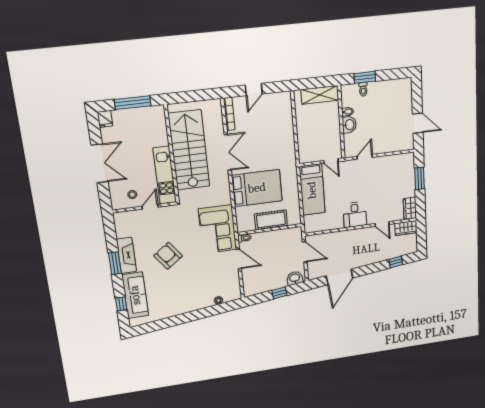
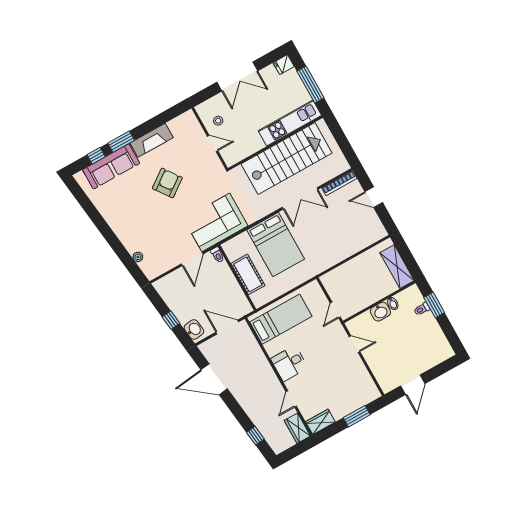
kitchen unit: (165, 175) -> (290, 123), moved
bed: (312, 190) -> (281, 319), moved, turned 180
door: (305, 252) -> (227, 327), swing flipped
window: (115, 263) -> (121, 142), moved

